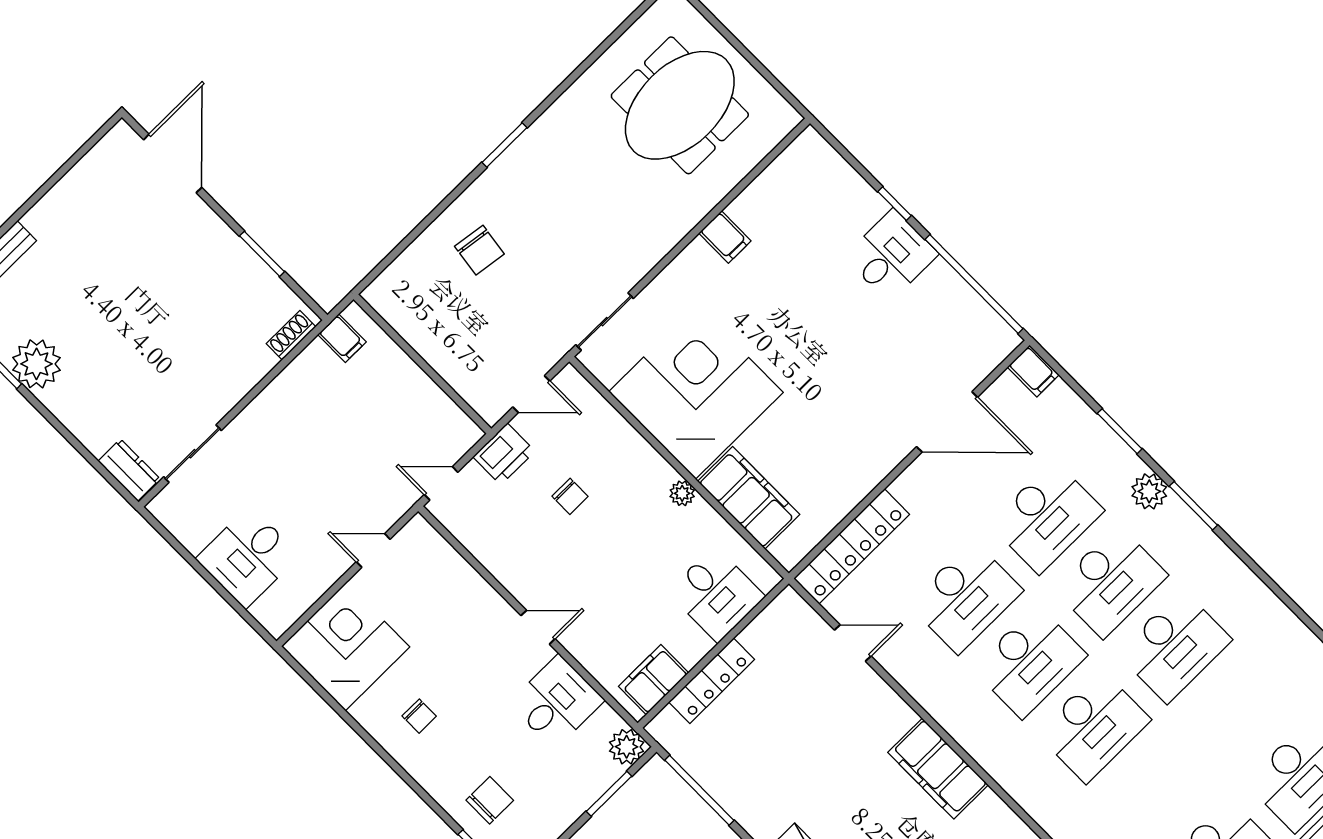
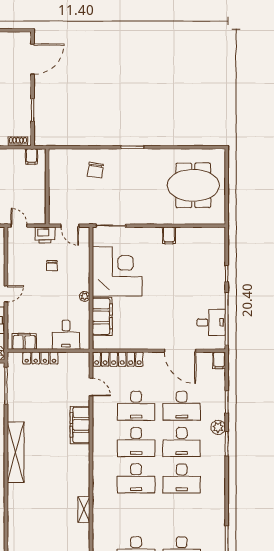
desk: (891, 255) -> (211, 322), moved
door: (538, 627) -> (6, 294), hinge flipped
filing cabinet: (938, 769) -> (80, 425), moved

